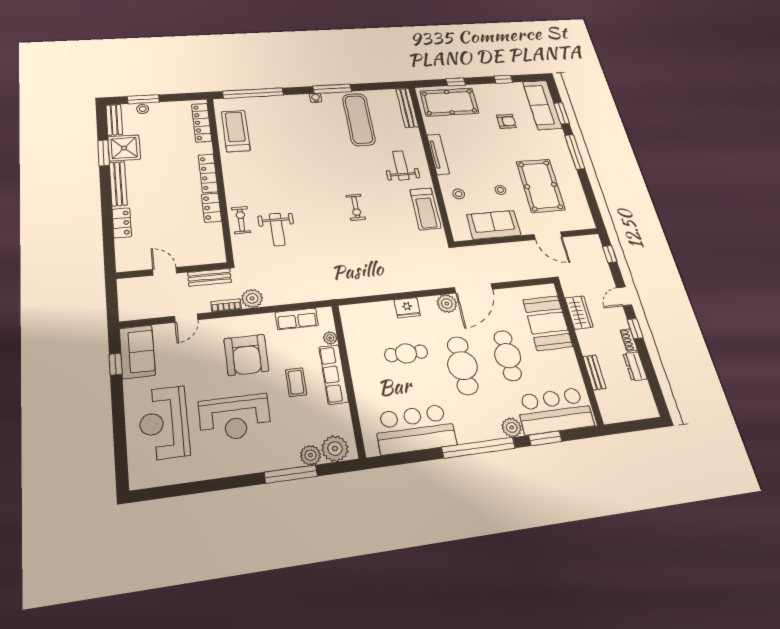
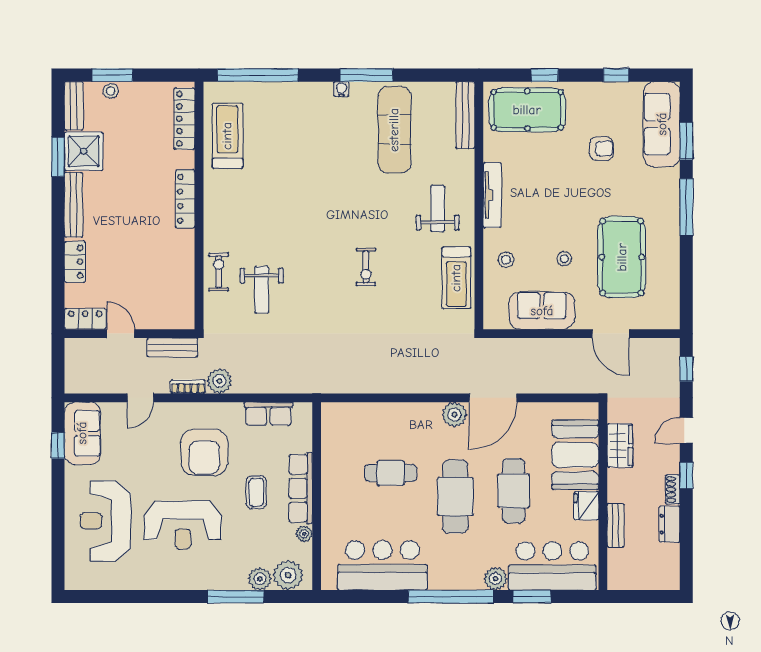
locker: (211, 208) -> (85, 319), moved, turned 90
fridge: (407, 308) -> (586, 506), moved, turned 90
plant: (330, 338) -> (304, 534), moved

